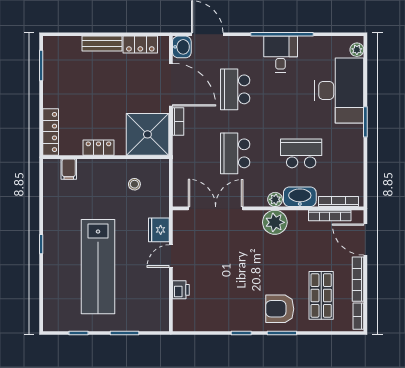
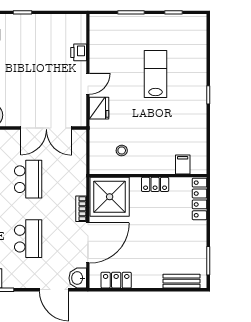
bench: (102, 44) -> (181, 281), moved
door: (171, 85) -> (88, 243), swing flipped
lab bench: (98, 267) -> (155, 74), width x0.54, depth x0.72

